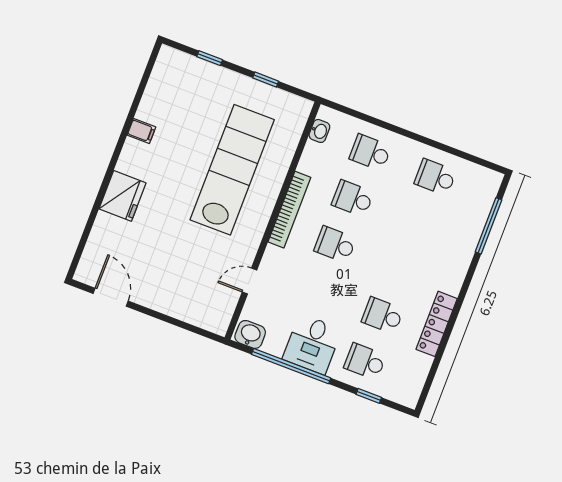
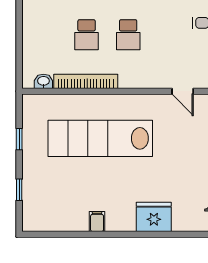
school desk: (370, 152) -> (45, 35), removed
bookcase: (289, 210) -> (86, 81), moved

